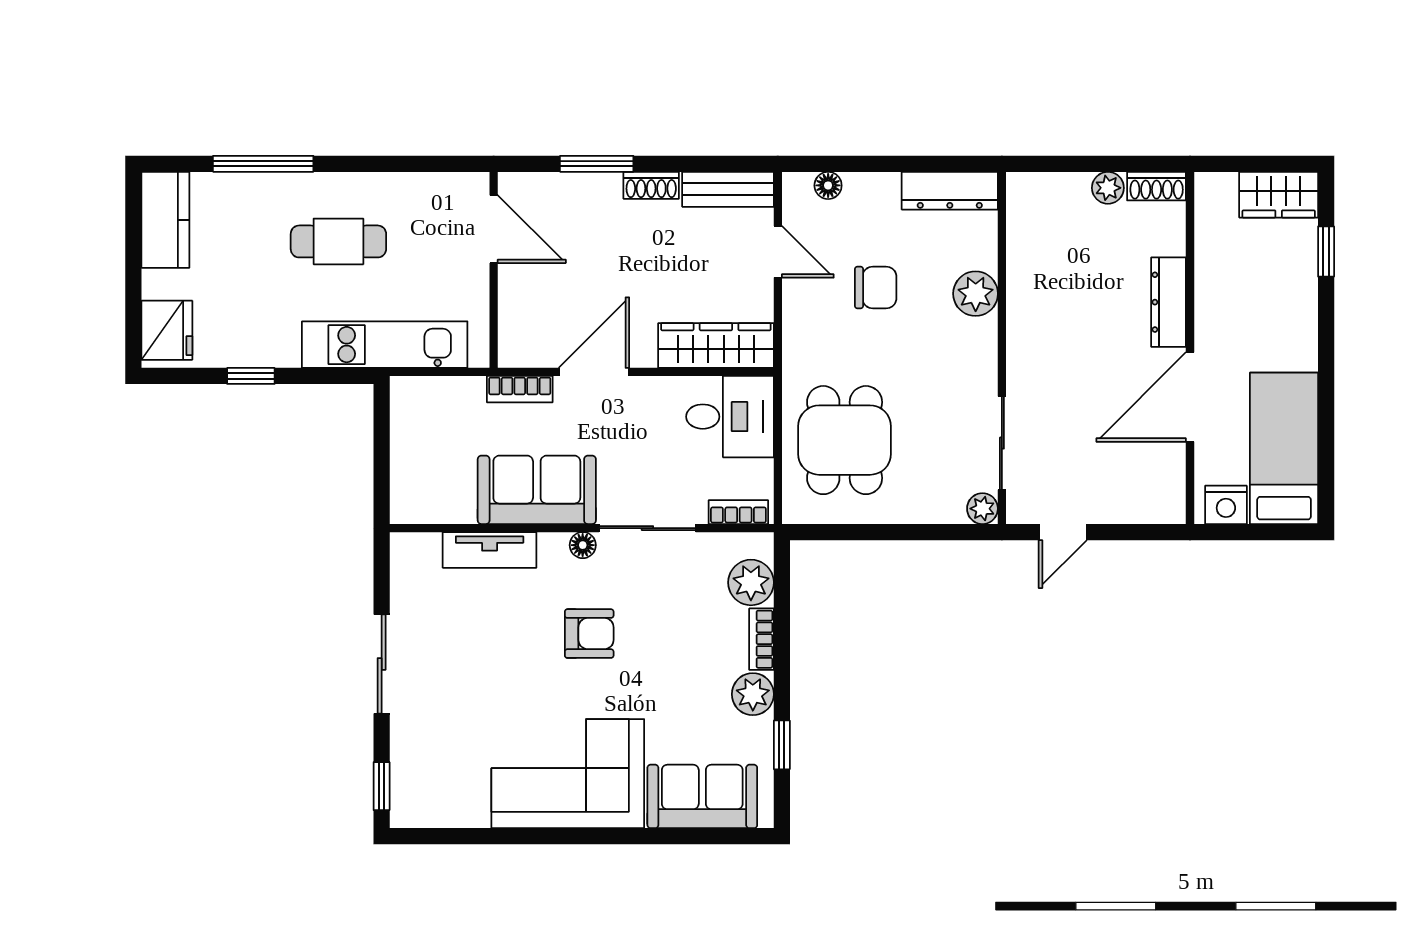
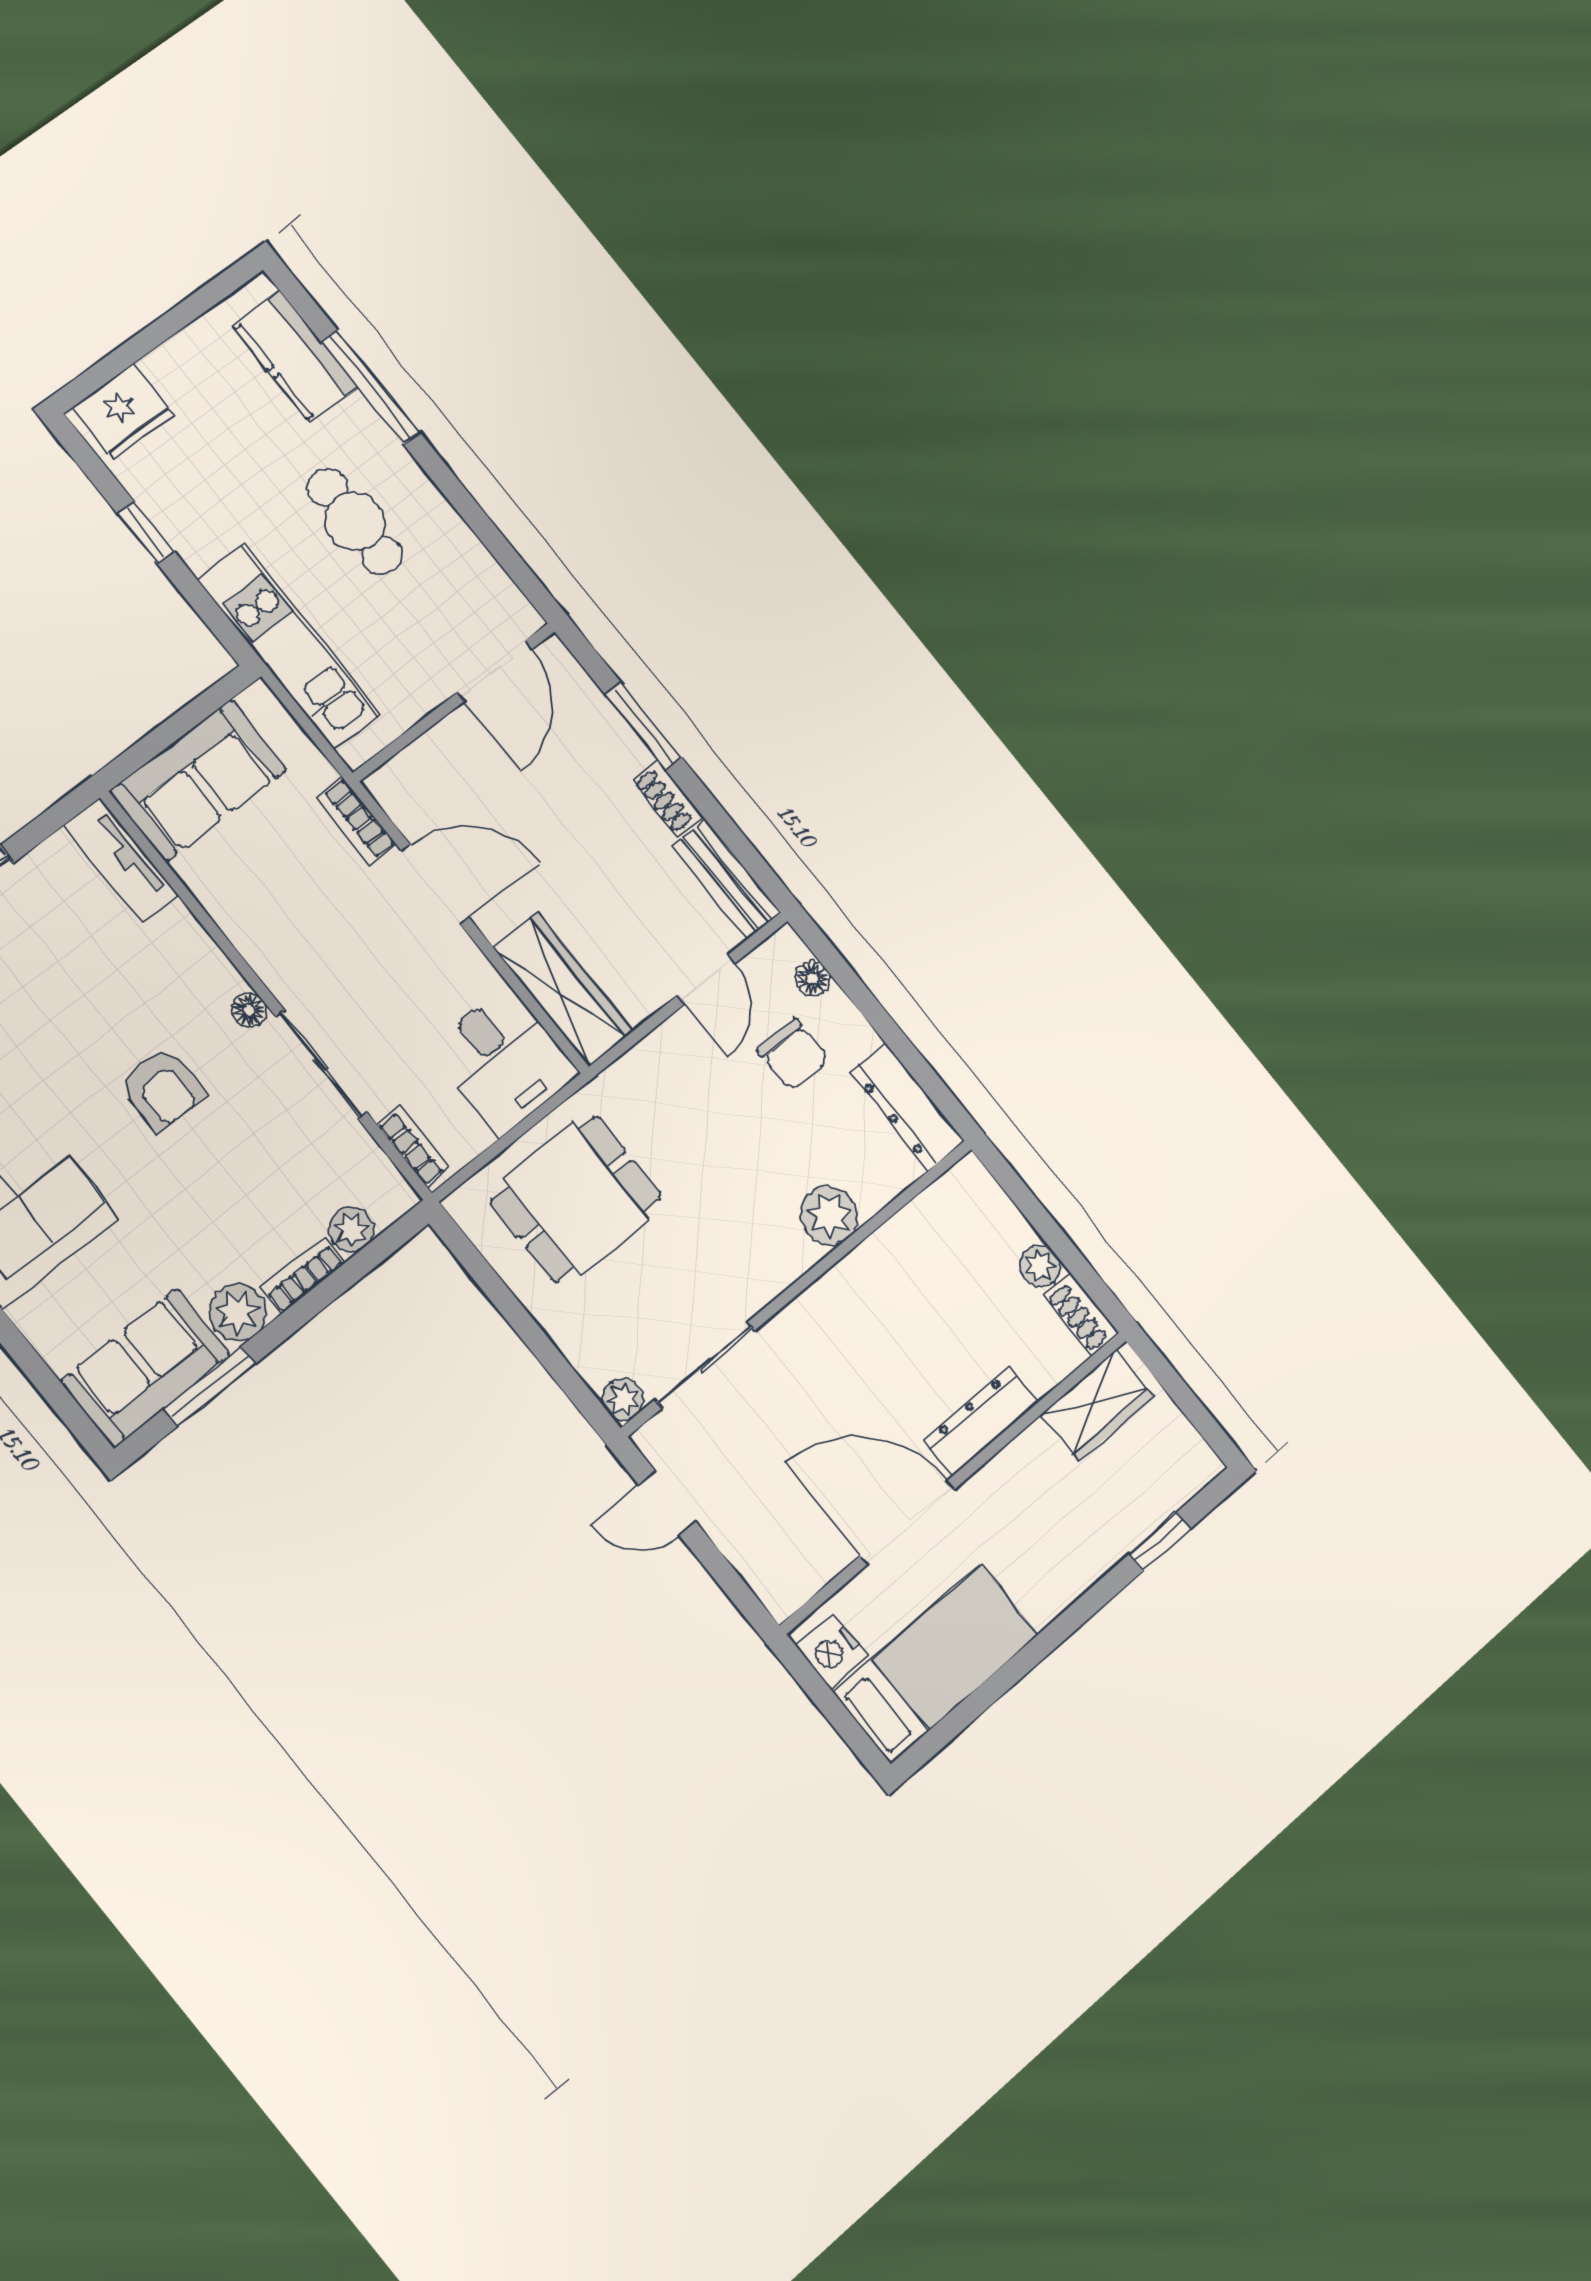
wardrobe: (1279, 195) -> (1097, 1406), moved, turned -90
kitchen counter: (165, 220) -> (295, 356), moved, turned 90
chair: (876, 287) -> (793, 1055), moved
sofa: (537, 490) -> (198, 780), moved, turned 90
tv unit: (490, 550) -> (121, 861), moved
plant: (751, 582) -> (351, 1229), width x0.73, depth x0.73
window: (782, 745) -> (209, 1386), width x1.50
sofa: (702, 796) -> (145, 1368), moved, turned -90

